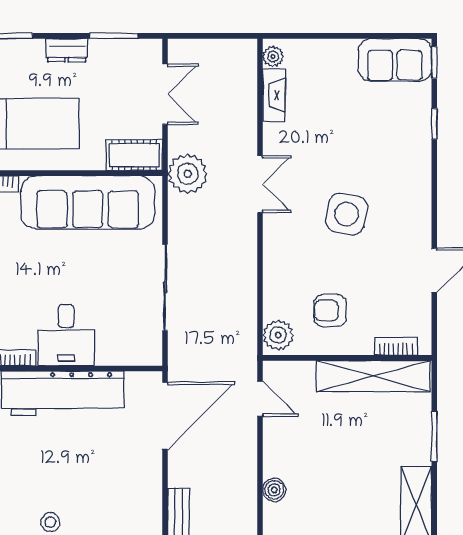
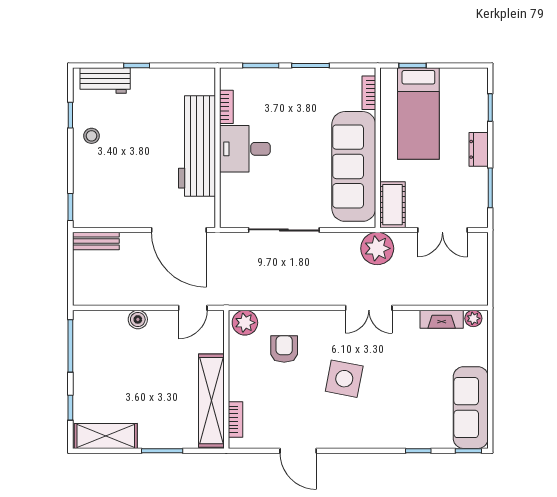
sofa: (395, 60) -> (471, 408), width x1.36
armchair: (330, 311) -> (284, 349), moved
boiler: (274, 490) -> (138, 319), moved

